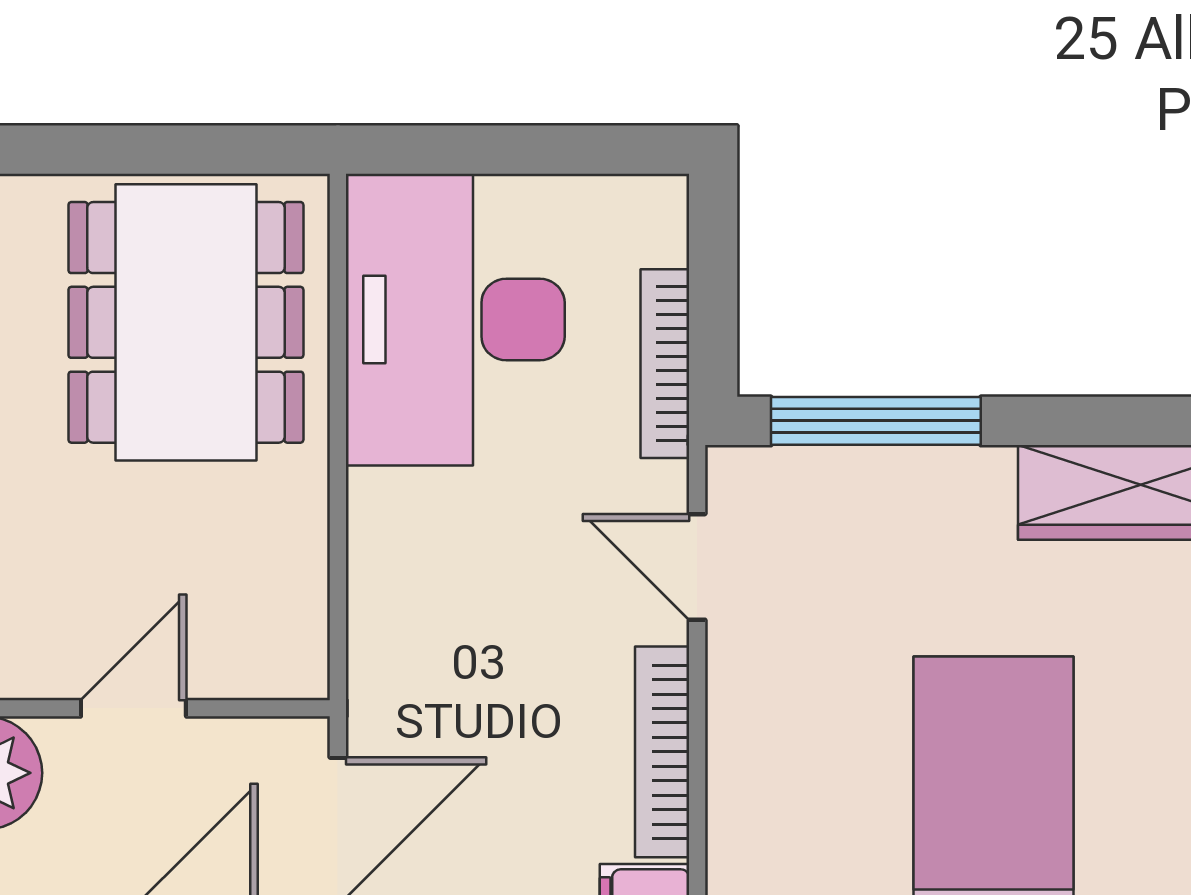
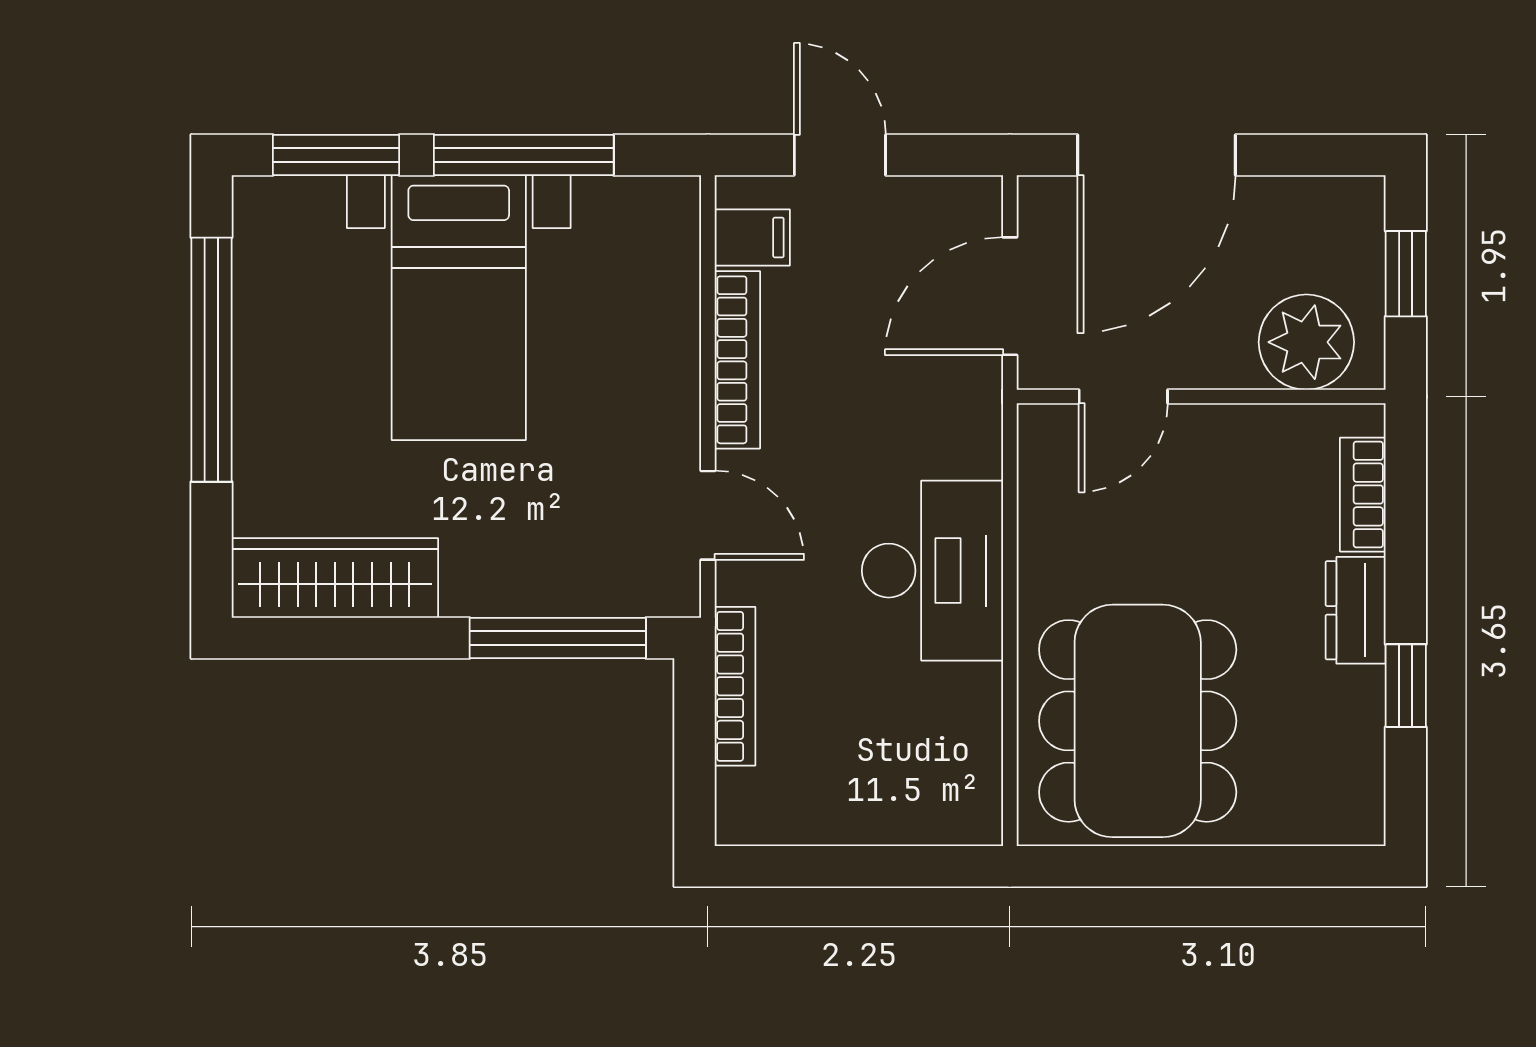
desk: (455, 320) -> (932, 571), moved, width x0.73, depth x0.77
door: (133, 708) -> (1123, 396), moved

